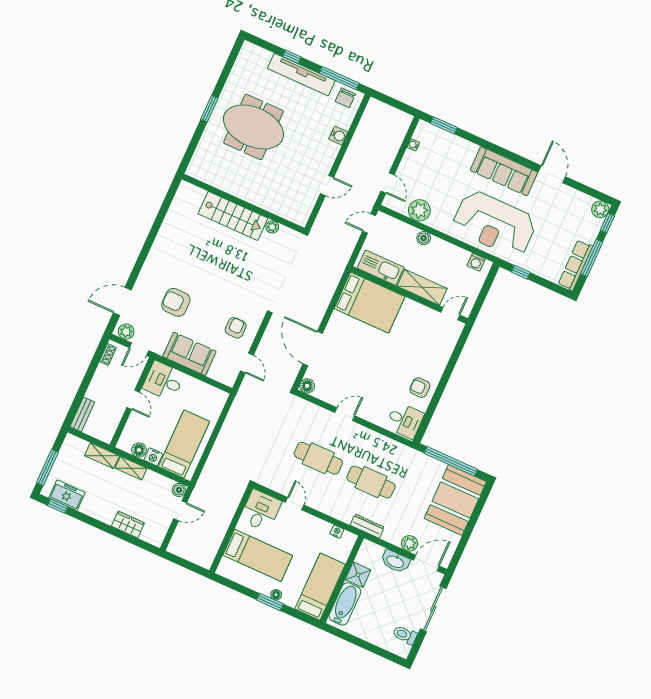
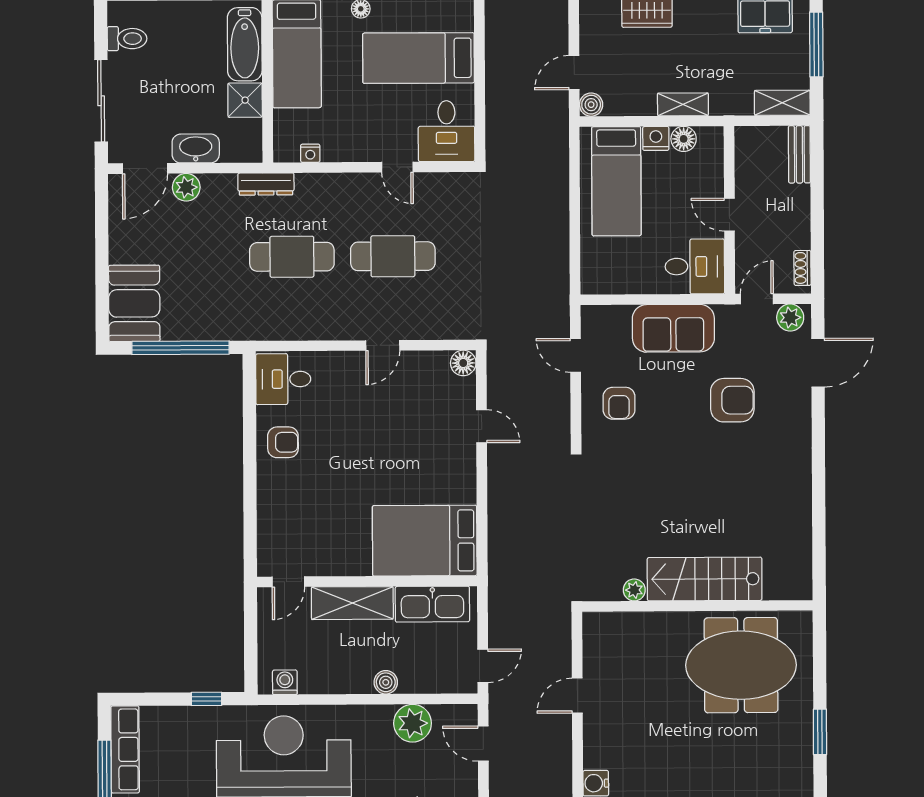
meeting table: (253, 127) -> (741, 665), moved
door: (313, 349) -> (482, 426), width x0.53
shelving: (102, 456) -> (782, 103), moved
booth: (455, 500) -> (134, 303), width x0.73, depth x0.70

